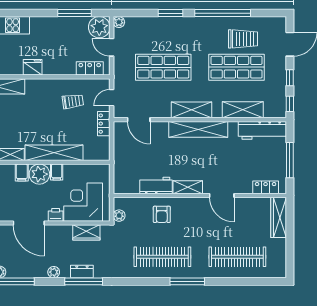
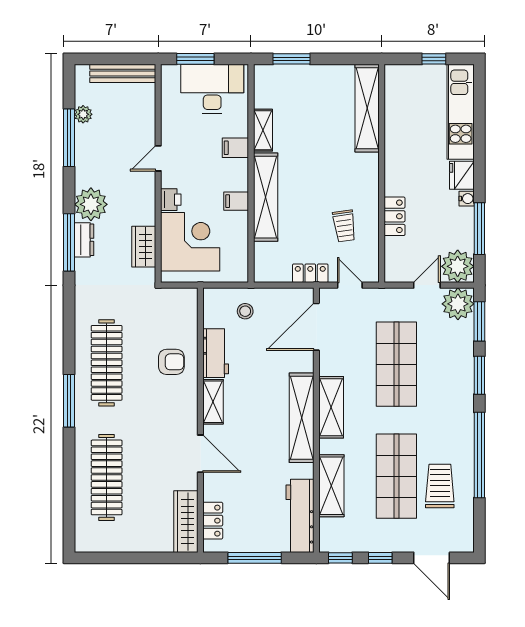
window: (135, 13) -> (479, 321), added
water cooler: (55, 21) -> (467, 199), added
plant: (119, 22) -> (458, 304), width x1.88, depth x1.88
trolley: (243, 39) -> (440, 486), turned 180
fridge: (33, 67) -> (462, 175), moved, turned 180
locker: (90, 68) -> (395, 216), moved
door: (139, 120) -> (316, 327), width x1.36
stool: (129, 166) -> (245, 311), added
plant: (39, 174) -> (233, 175), removed
door: (222, 195) -> (200, 454), swing flipped
armchair: (162, 214) -> (171, 362), turned 180
plant: (119, 216) -> (170, 297), removed
wardrobe: (279, 217) -> (186, 522), moved, turned -90
door: (29, 223) -> (158, 158), width x0.53
plant: (54, 272) -> (91, 204), width x1.88, depth x1.88

